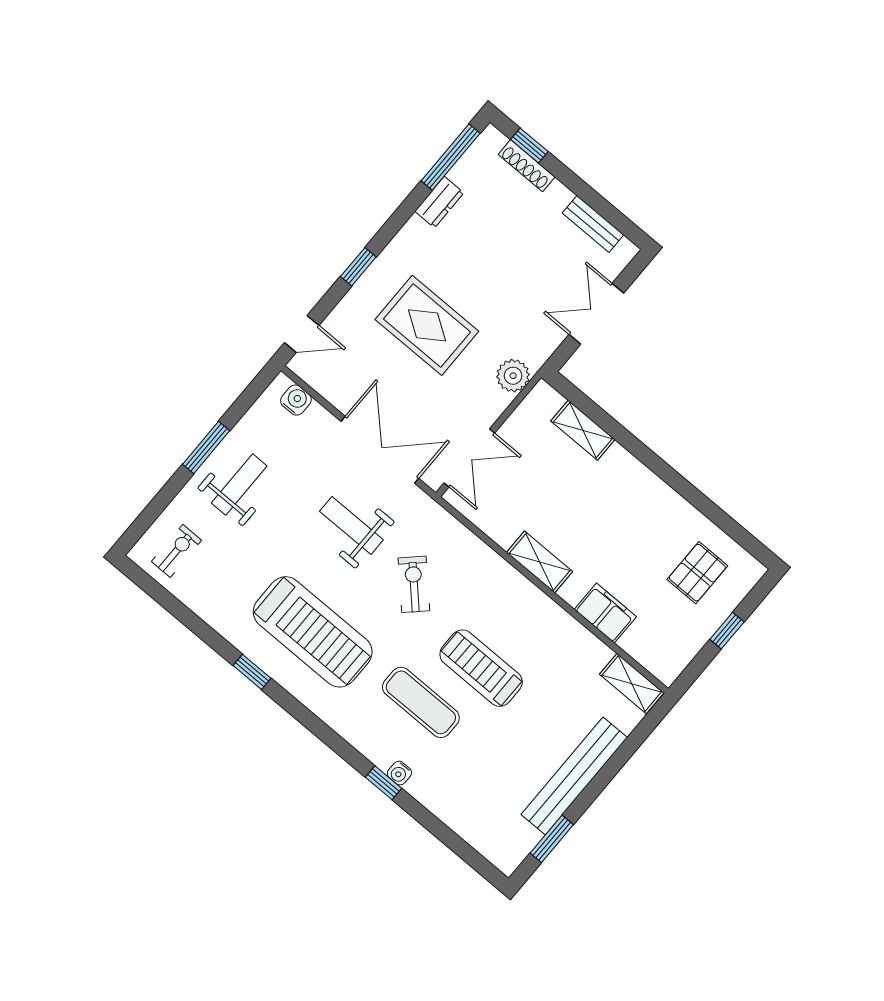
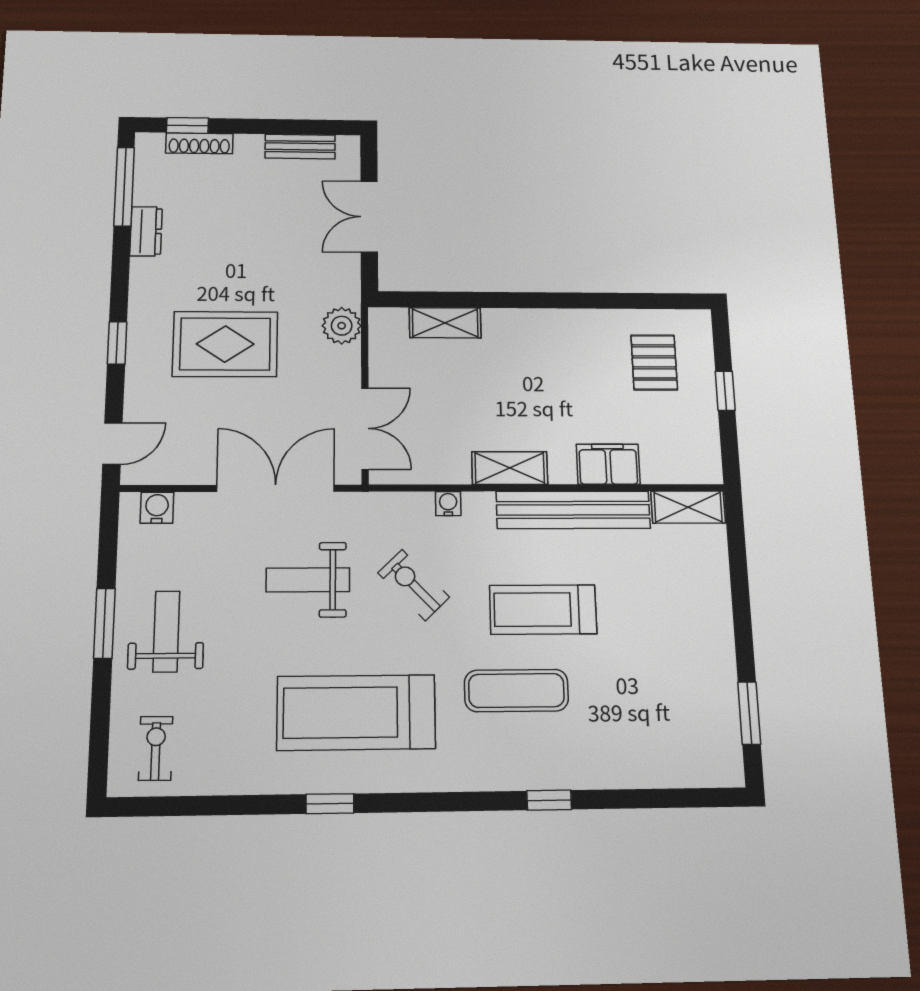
treadmill: (313, 632) -> (356, 712), turned 180
water cooler: (399, 773) -> (448, 504), moved, turned 180
bench: (574, 776) -> (573, 510), moved, turned 90

